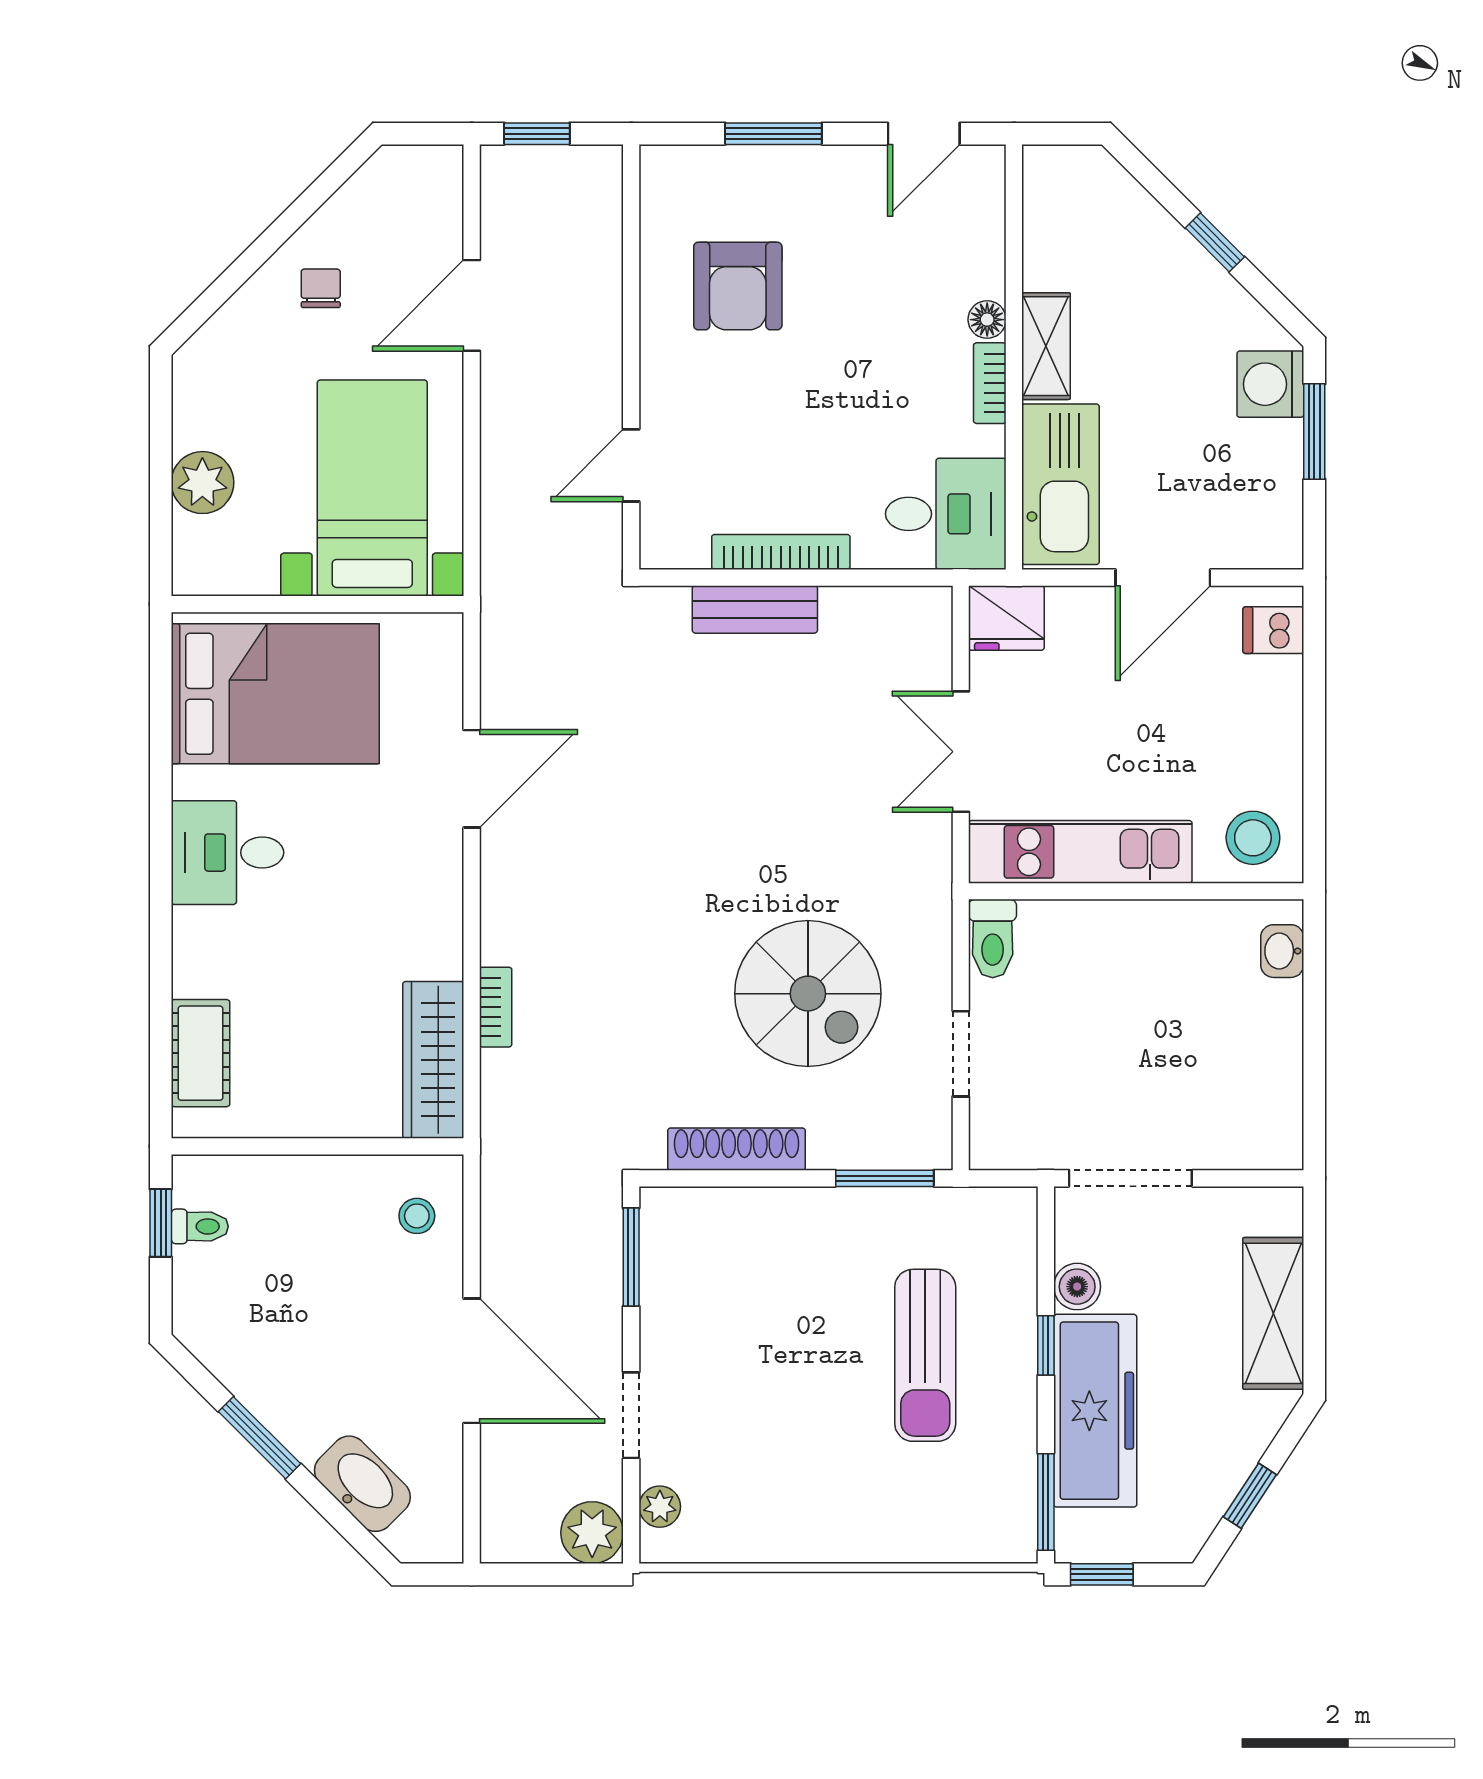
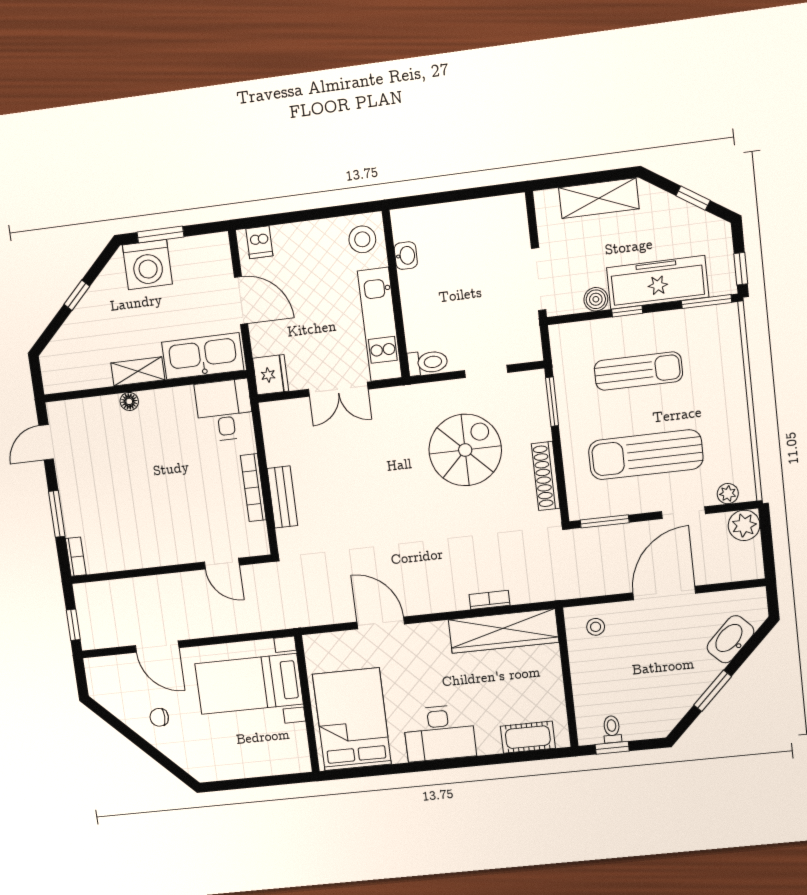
door: (924, 134) -> (46, 442), swing flipped
armchair: (738, 286) -> (130, 523), removed
bookcase: (990, 383) -> (76, 557), moved, turned -90
washing machine: (1270, 384) -> (147, 265), width x1.37, depth x1.37
plant: (202, 483) -> (257, 763), removed
desk: (227, 853) -> (439, 733), width x1.37
washbasin: (1282, 951) -> (406, 256), moved, turned -90
wardrobe: (433, 1060) -> (504, 631), width x1.40, depth x1.17
sun lounger: (757, 1353) -> (646, 455), added

